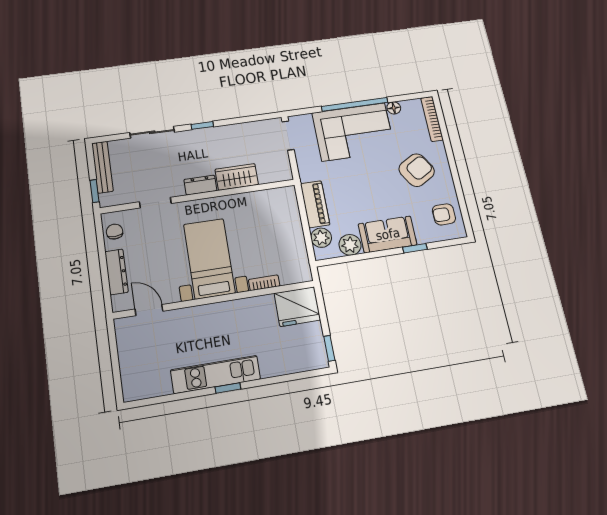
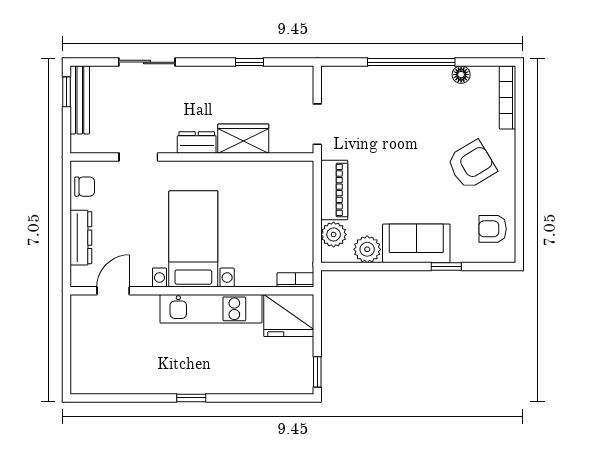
window: (202, 125) -> (249, 62), moved
corner sofa: (353, 132) -> (402, 100), removed
doorway: (288, 136) -> (317, 124), moved
window: (94, 191) -> (66, 92), moved
chair: (115, 232) -> (85, 187), turned 93
bookcase: (264, 283) -> (295, 280), moved
door: (149, 310) -> (113, 291), hinge flipped
kitchen unit: (216, 374) -> (211, 309), moved, turned 180

